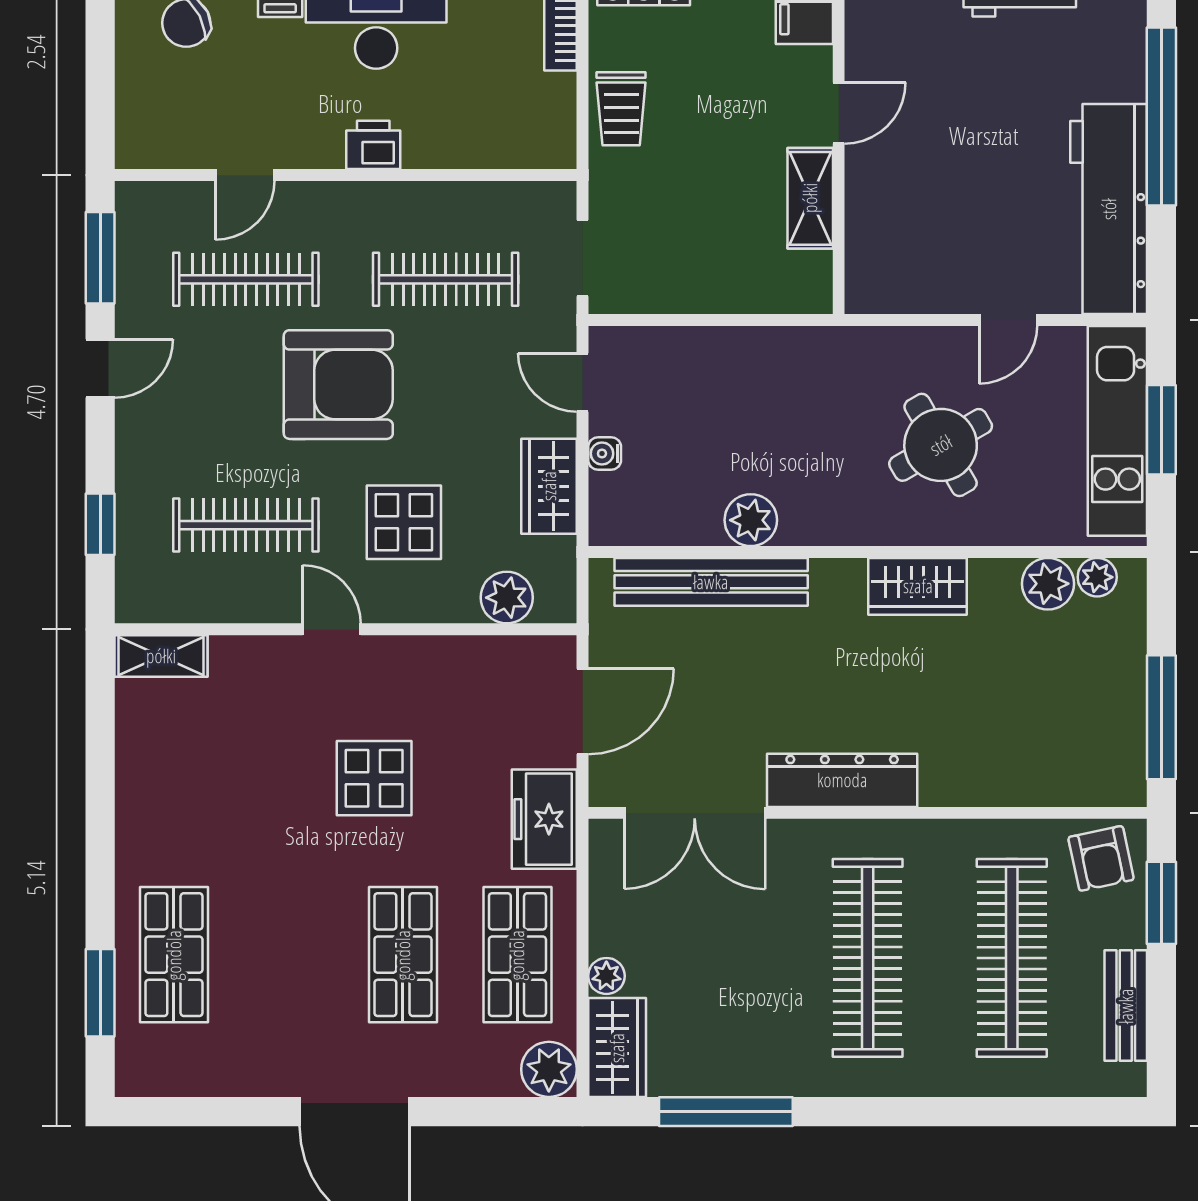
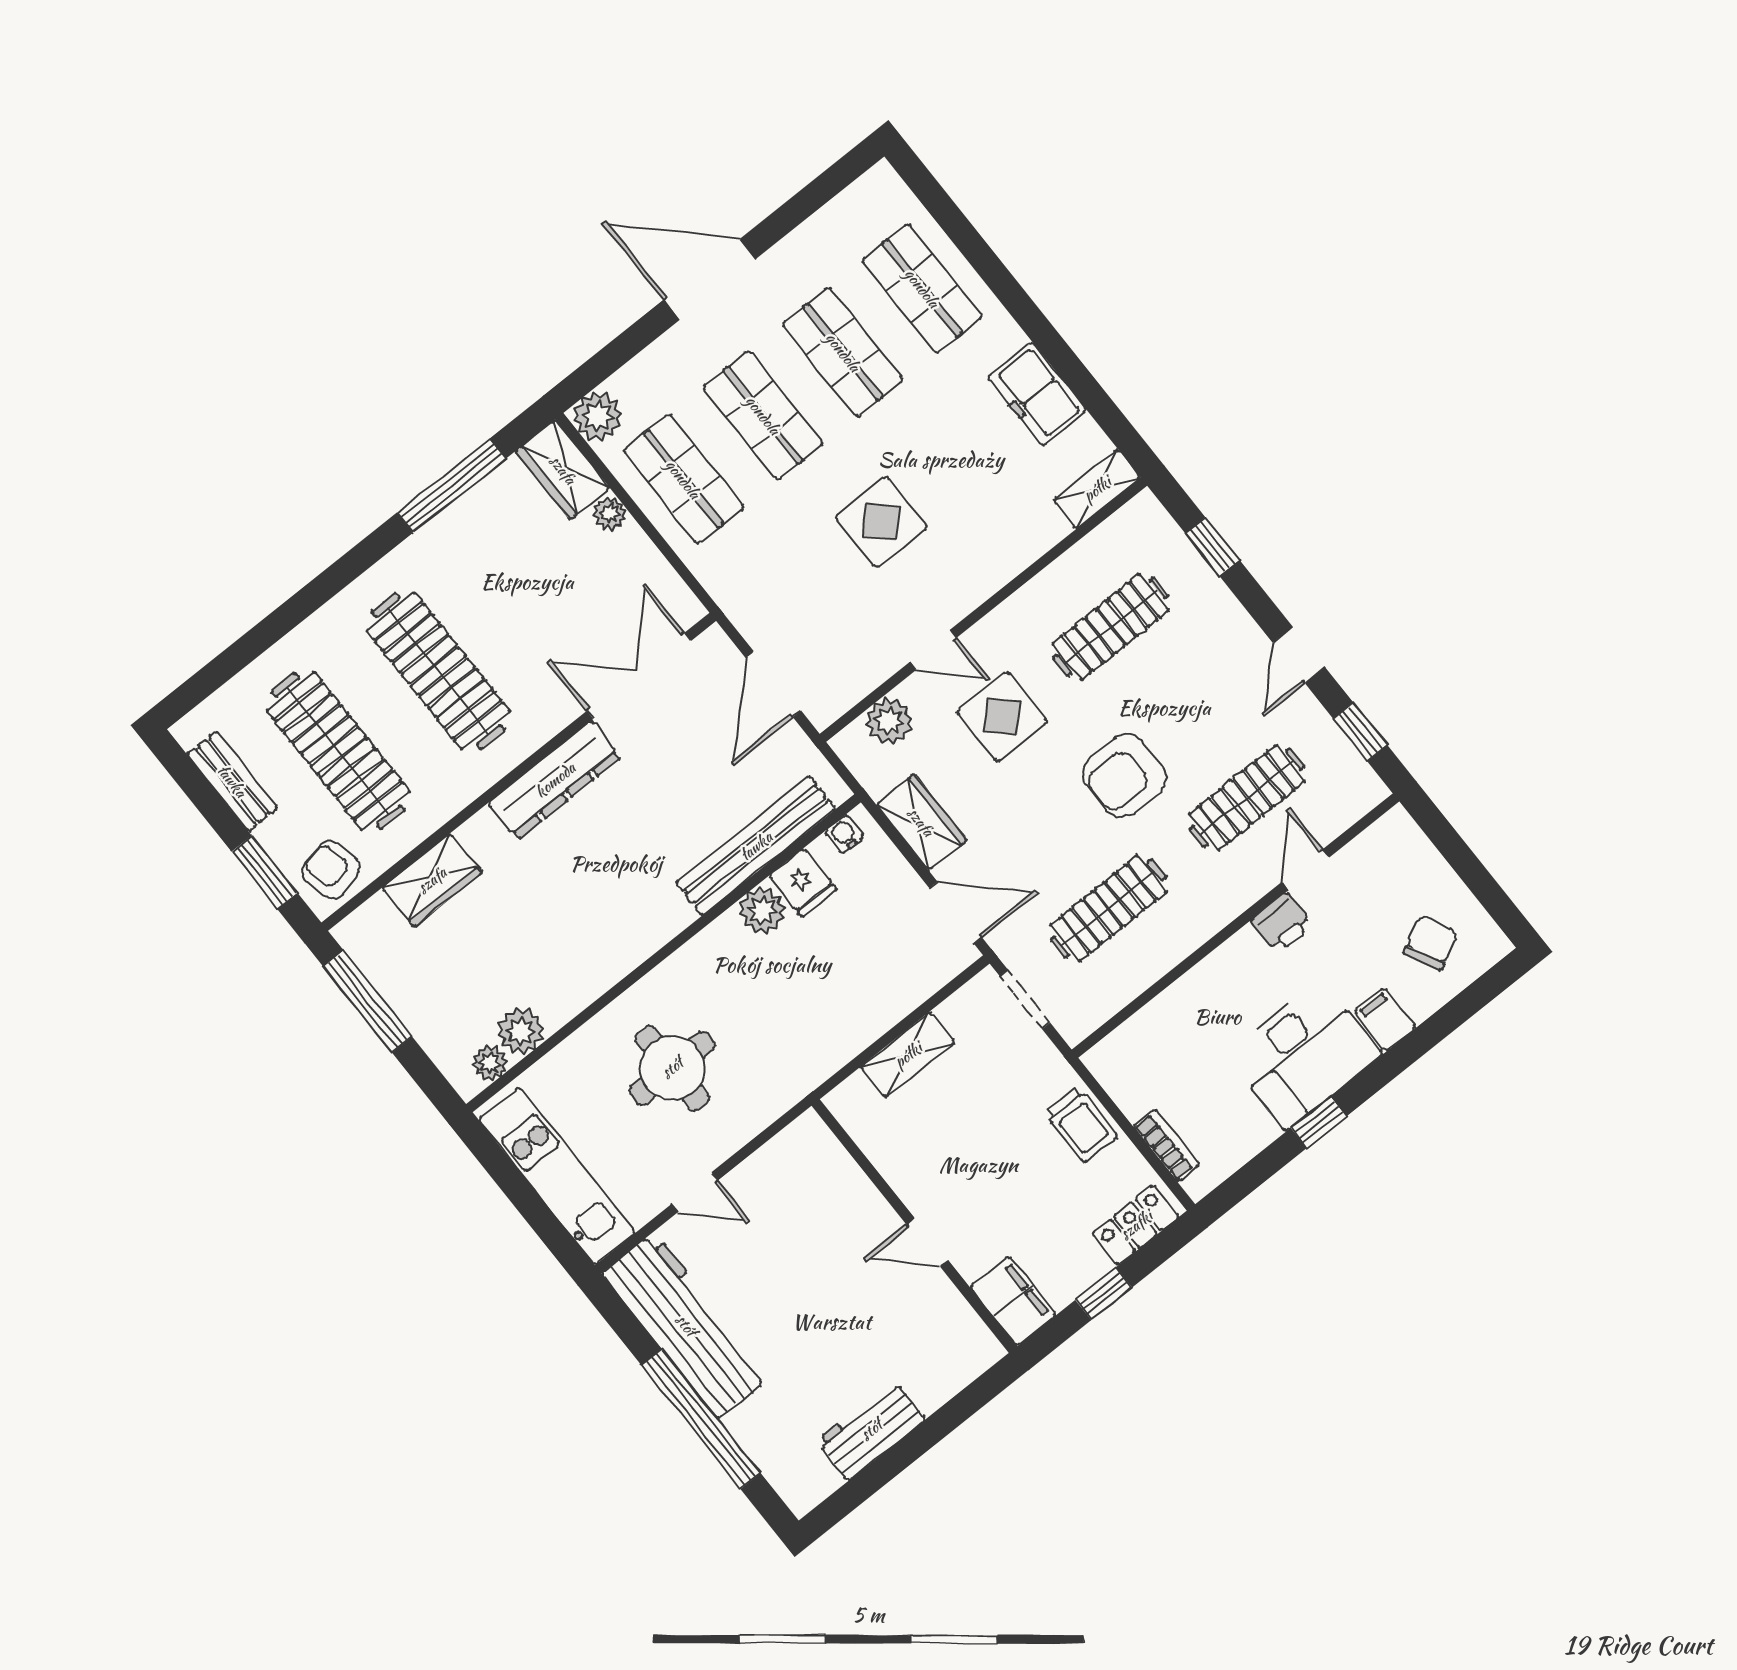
trolley: (621, 109) -> (1081, 1124), turned 180
door: (839, 113) -> (927, 1242), hinge flipped
printer: (373, 145) -> (1282, 923), moved
shelving: (810, 198) -> (908, 1055), moved, turned 90
window: (100, 258) -> (1360, 732), width x0.67
door: (1008, 320) -> (695, 1192), swing flipped
door: (582, 383) -> (956, 913), width x1.38
armchair: (338, 385) -> (1124, 776), width x0.73, depth x0.73
window: (1161, 430) -> (527, 1201), removed
round table: (941, 445) -> (672, 1068), turned 30
water cooler: (605, 454) -> (844, 834), moved, turned -90
fridge: (696, 516) -> (803, 883), added
wardrobe: (918, 586) -> (432, 880), moved, turned 180
door: (332, 629) -> (933, 650), moved
freezer: (544, 819) -> (1037, 394), moved, turned 180
shop shelf: (288, 955) -> (843, 352), added
window: (100, 993) -> (952, 221), removed

